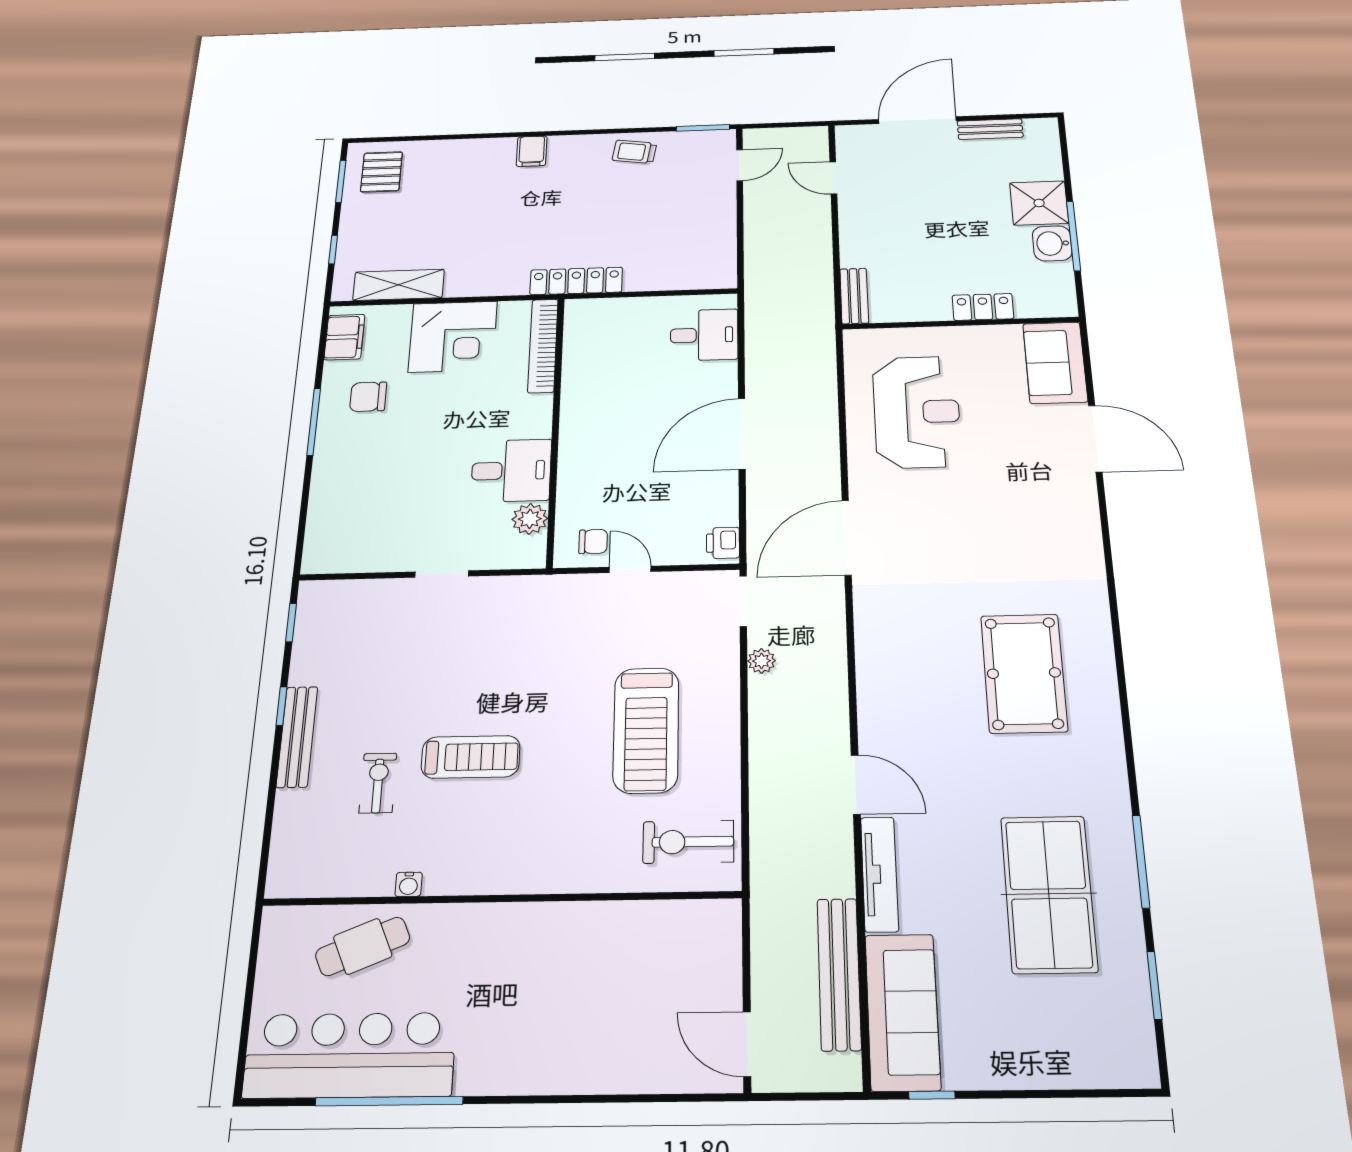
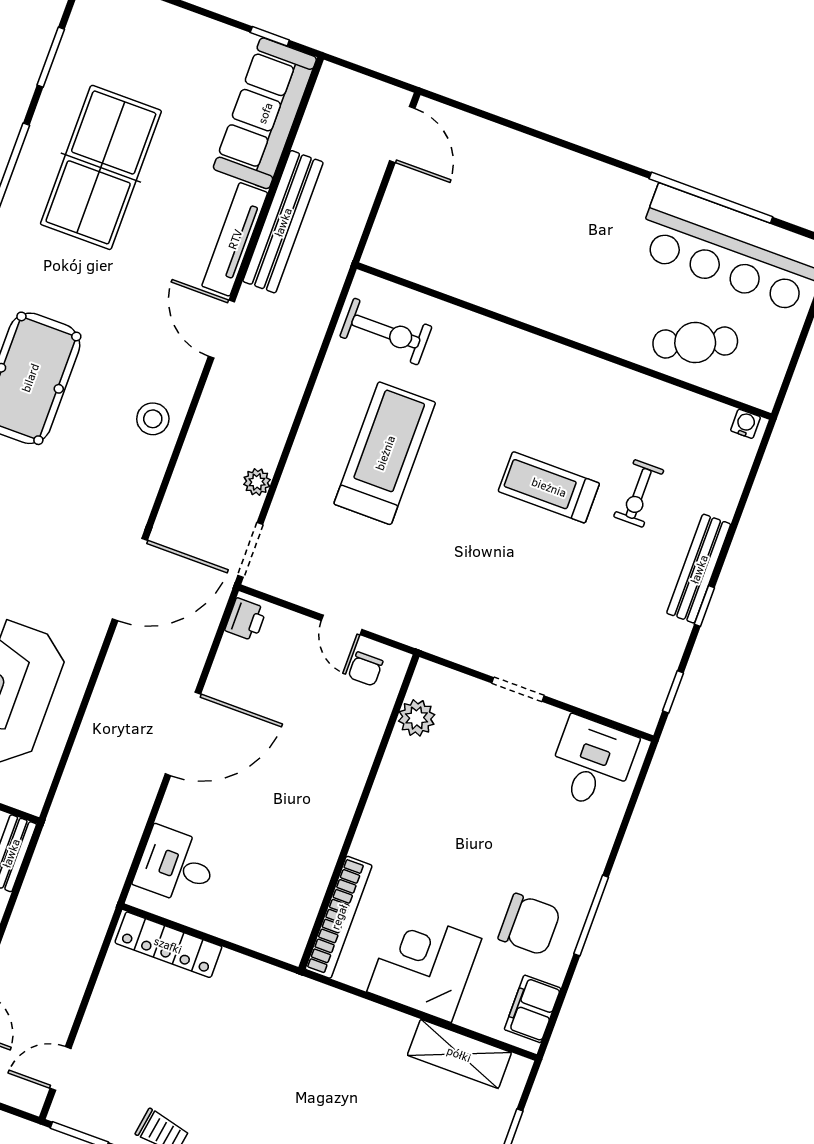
locker: (576, 281) -> (168, 945), moved
chair: (368, 397) -> (529, 924), width x1.37, depth x1.37
desk: (511, 471) -> (592, 763), moved, turned 90
chair: (593, 542) -> (366, 669), turned -90
stool: (887, 680) -> (153, 419), added
water cooler: (409, 884) -> (745, 424), moved
bench: (839, 974) -> (283, 222), moved

